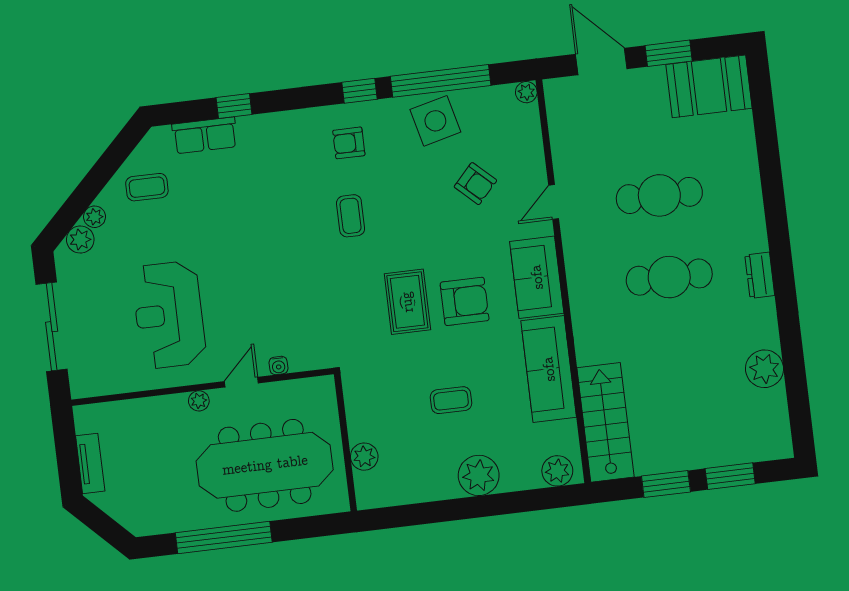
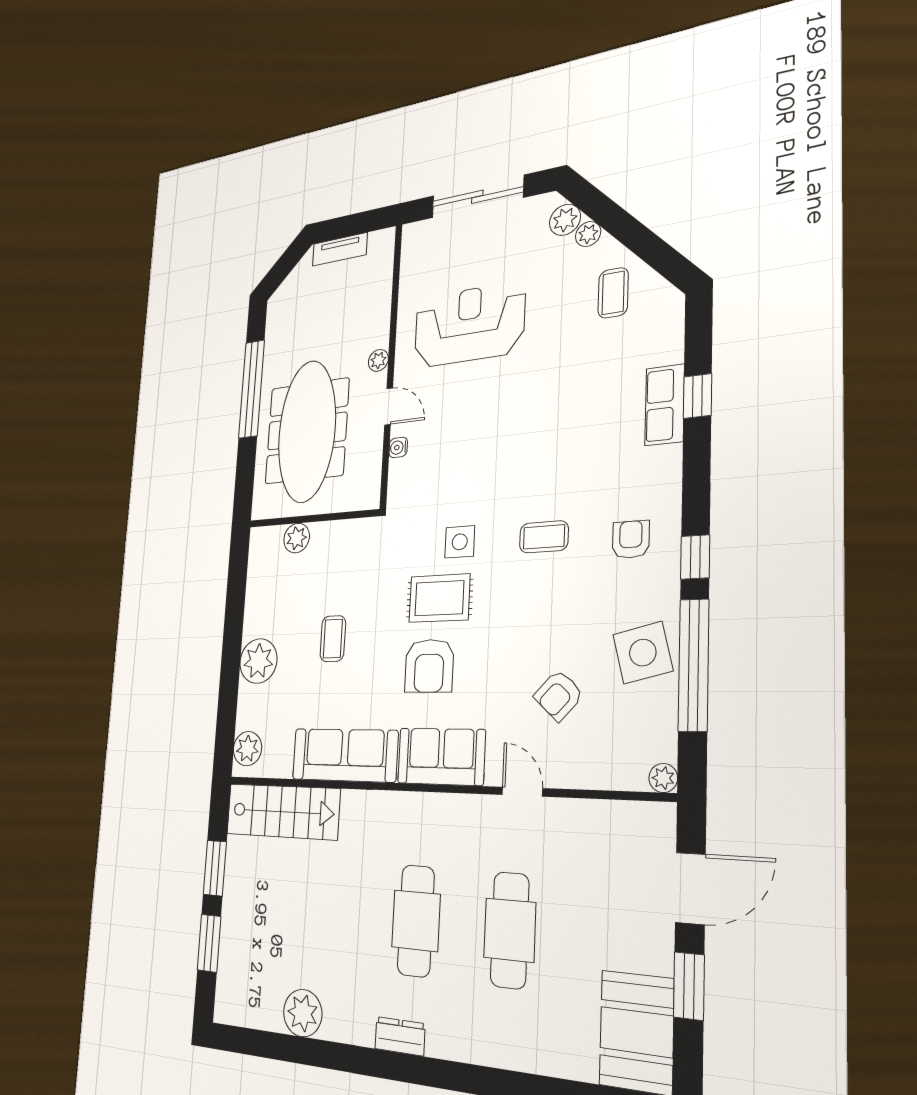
row of seats: (205, 135) -> (665, 405), moved
side table: (359, 291) -> (460, 542), added

